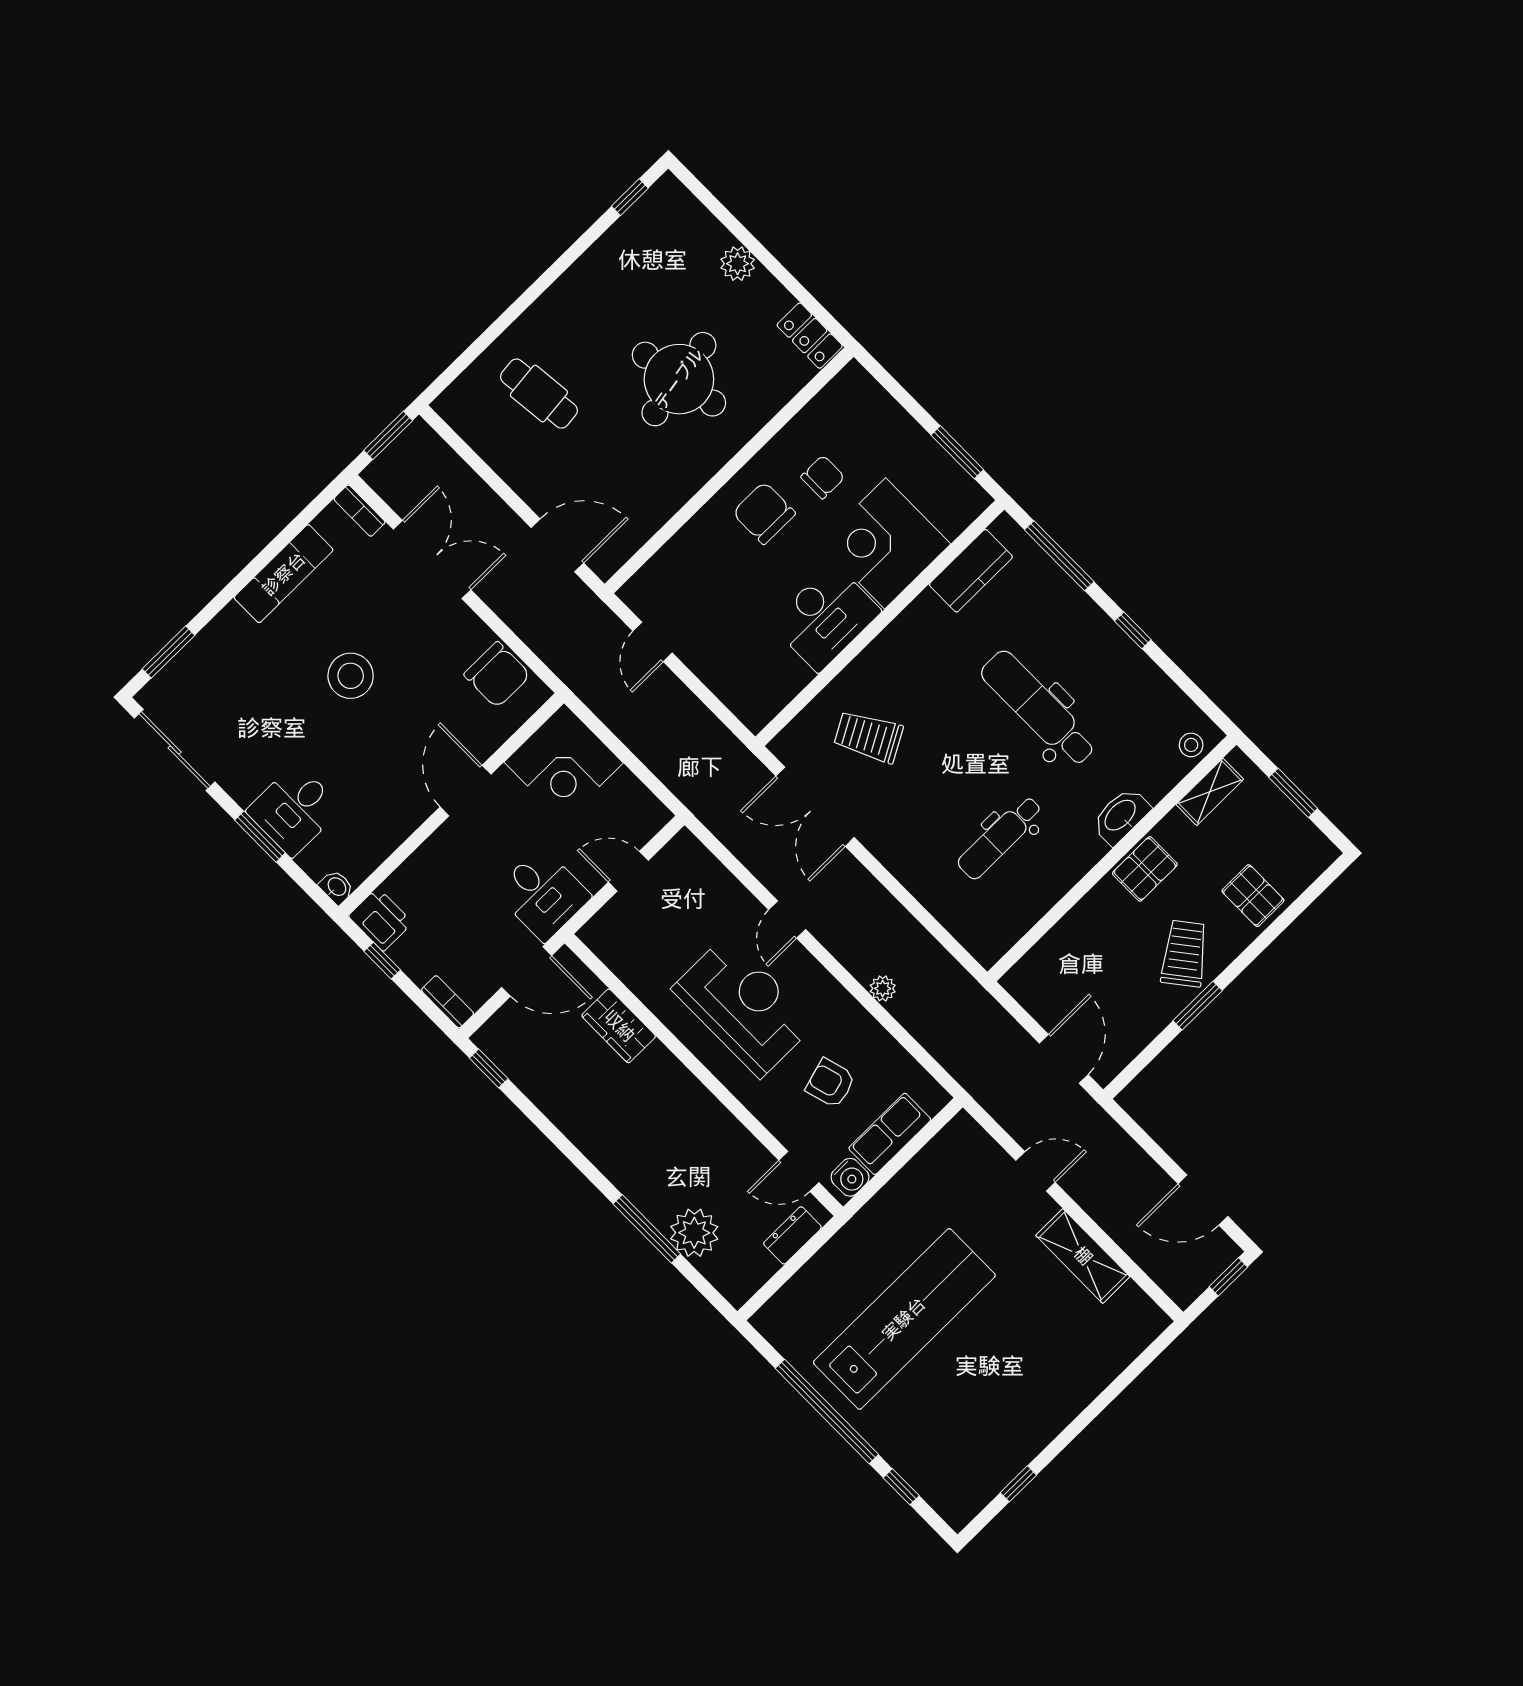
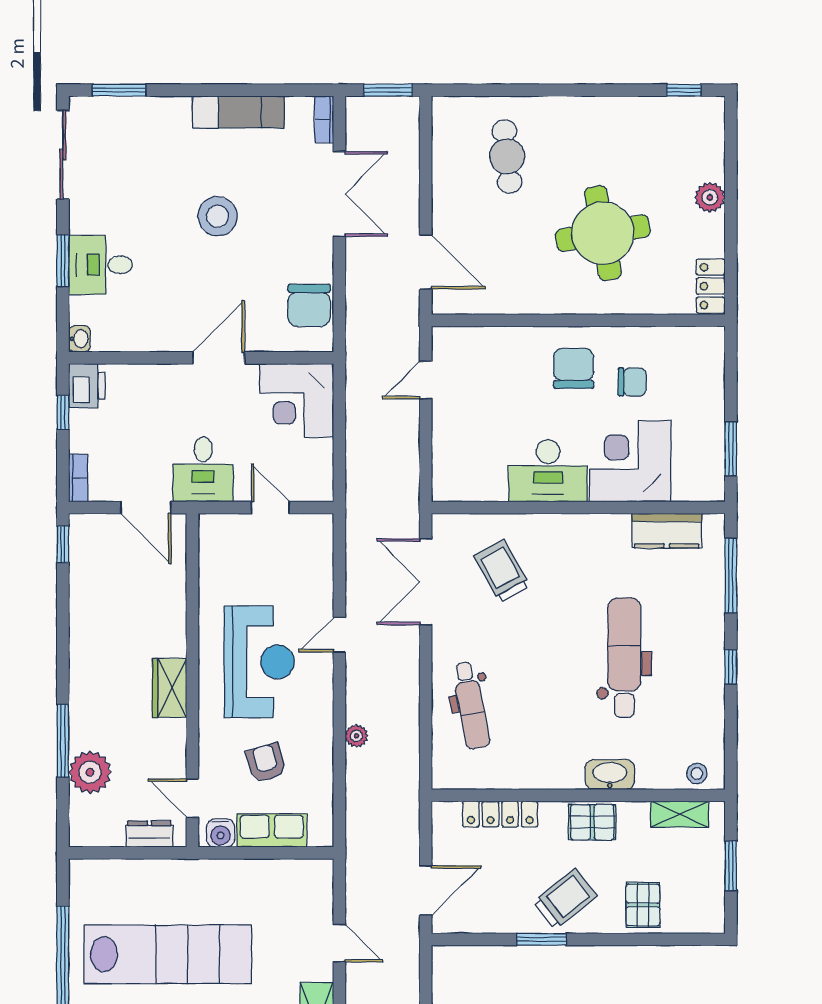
dental chair: (1000, 838) -> (471, 705), moved, turned -101
locker: (1063, 936) -> (500, 814), added
wardrobe: (619, 1026) -> (170, 688), moved

